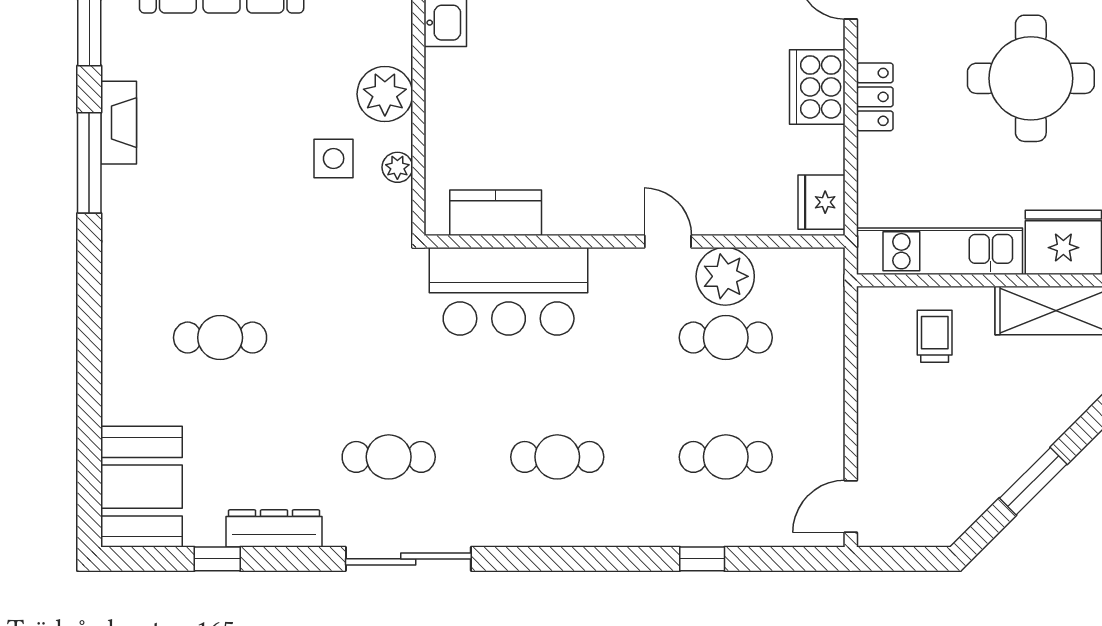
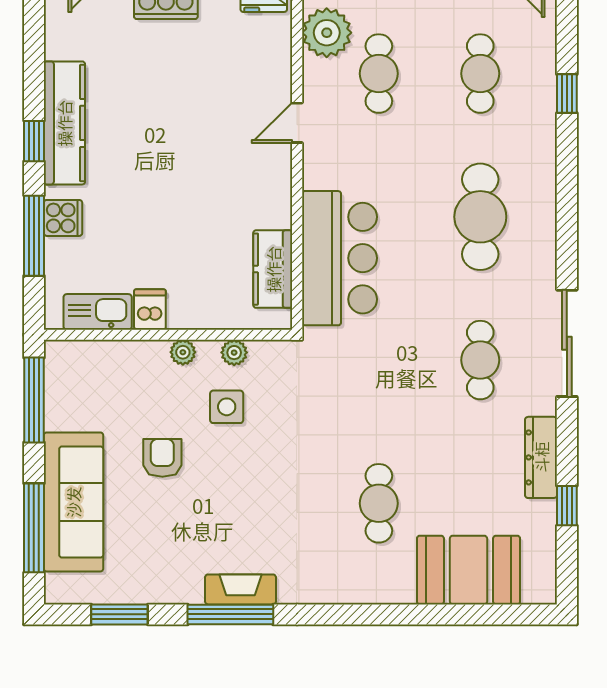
dishwasher: (448, 68) -> (150, 309), added
armchair: (274, 83) -> (162, 458), added
plant: (385, 94) -> (183, 352), width x0.53, depth x0.53
fireplace: (119, 123) -> (241, 589), moved
plant: (725, 276) -> (327, 33), moved
cafe table: (557, 457) -> (480, 217), width x1.37, depth x1.35
booth: (142, 487) -> (468, 570), moved

